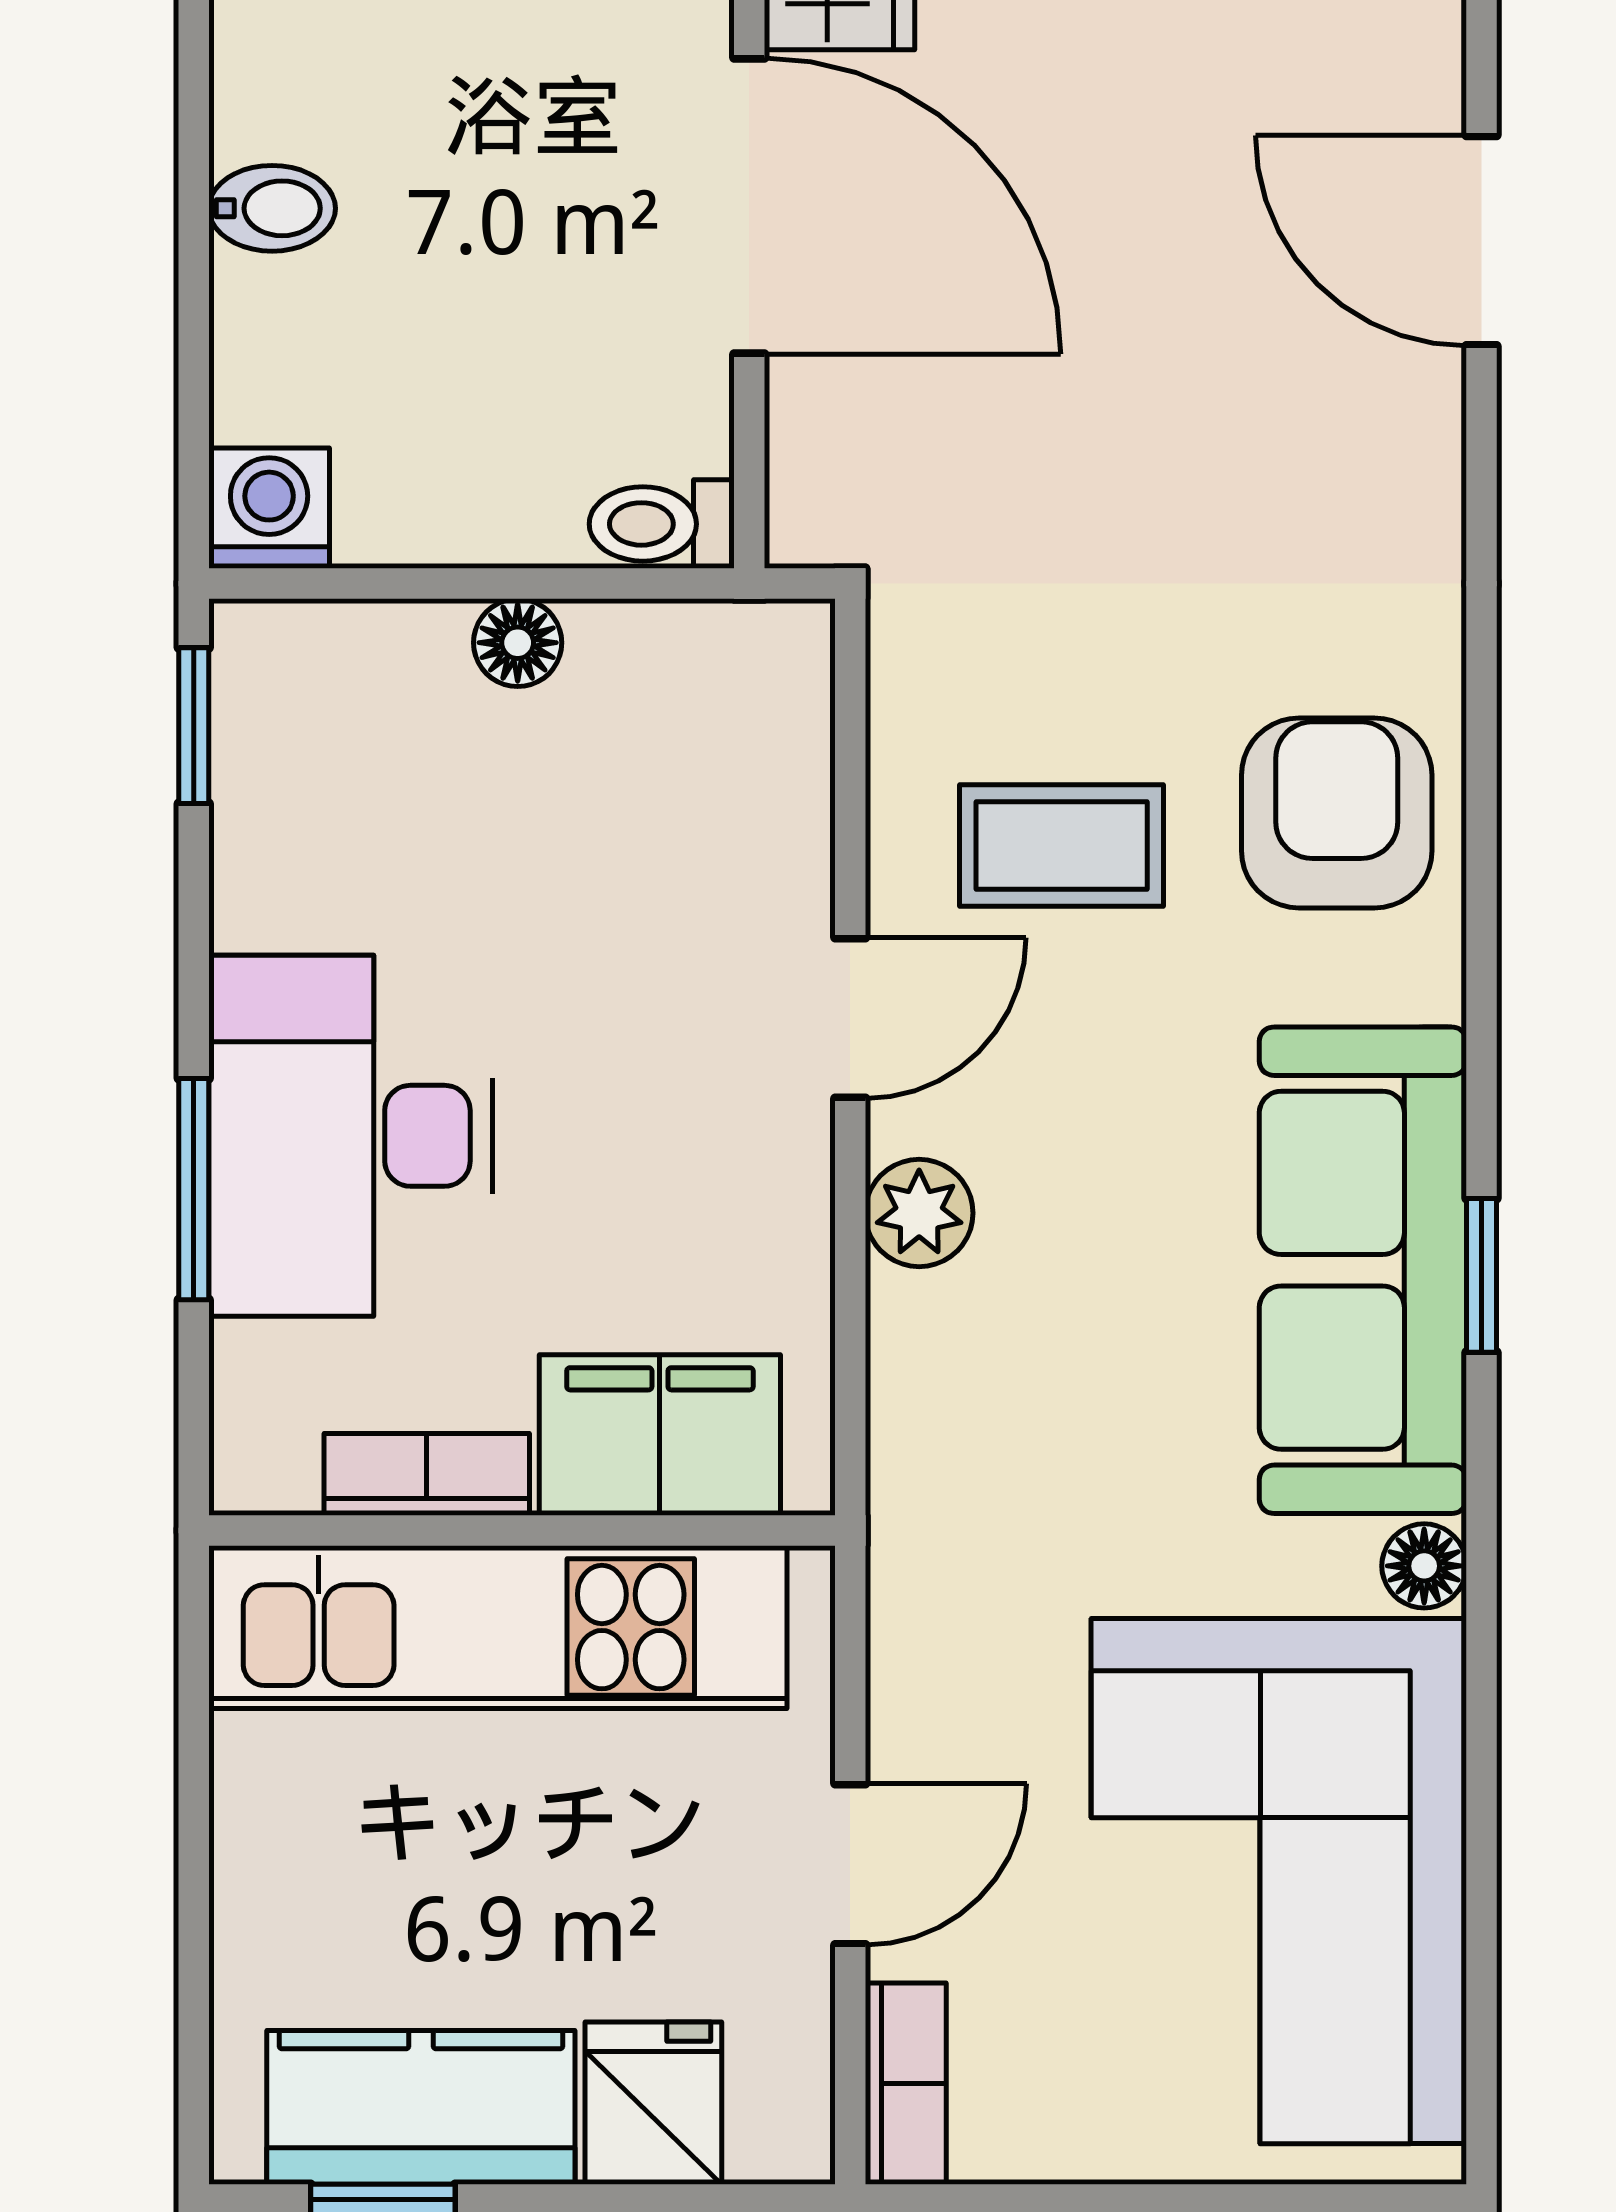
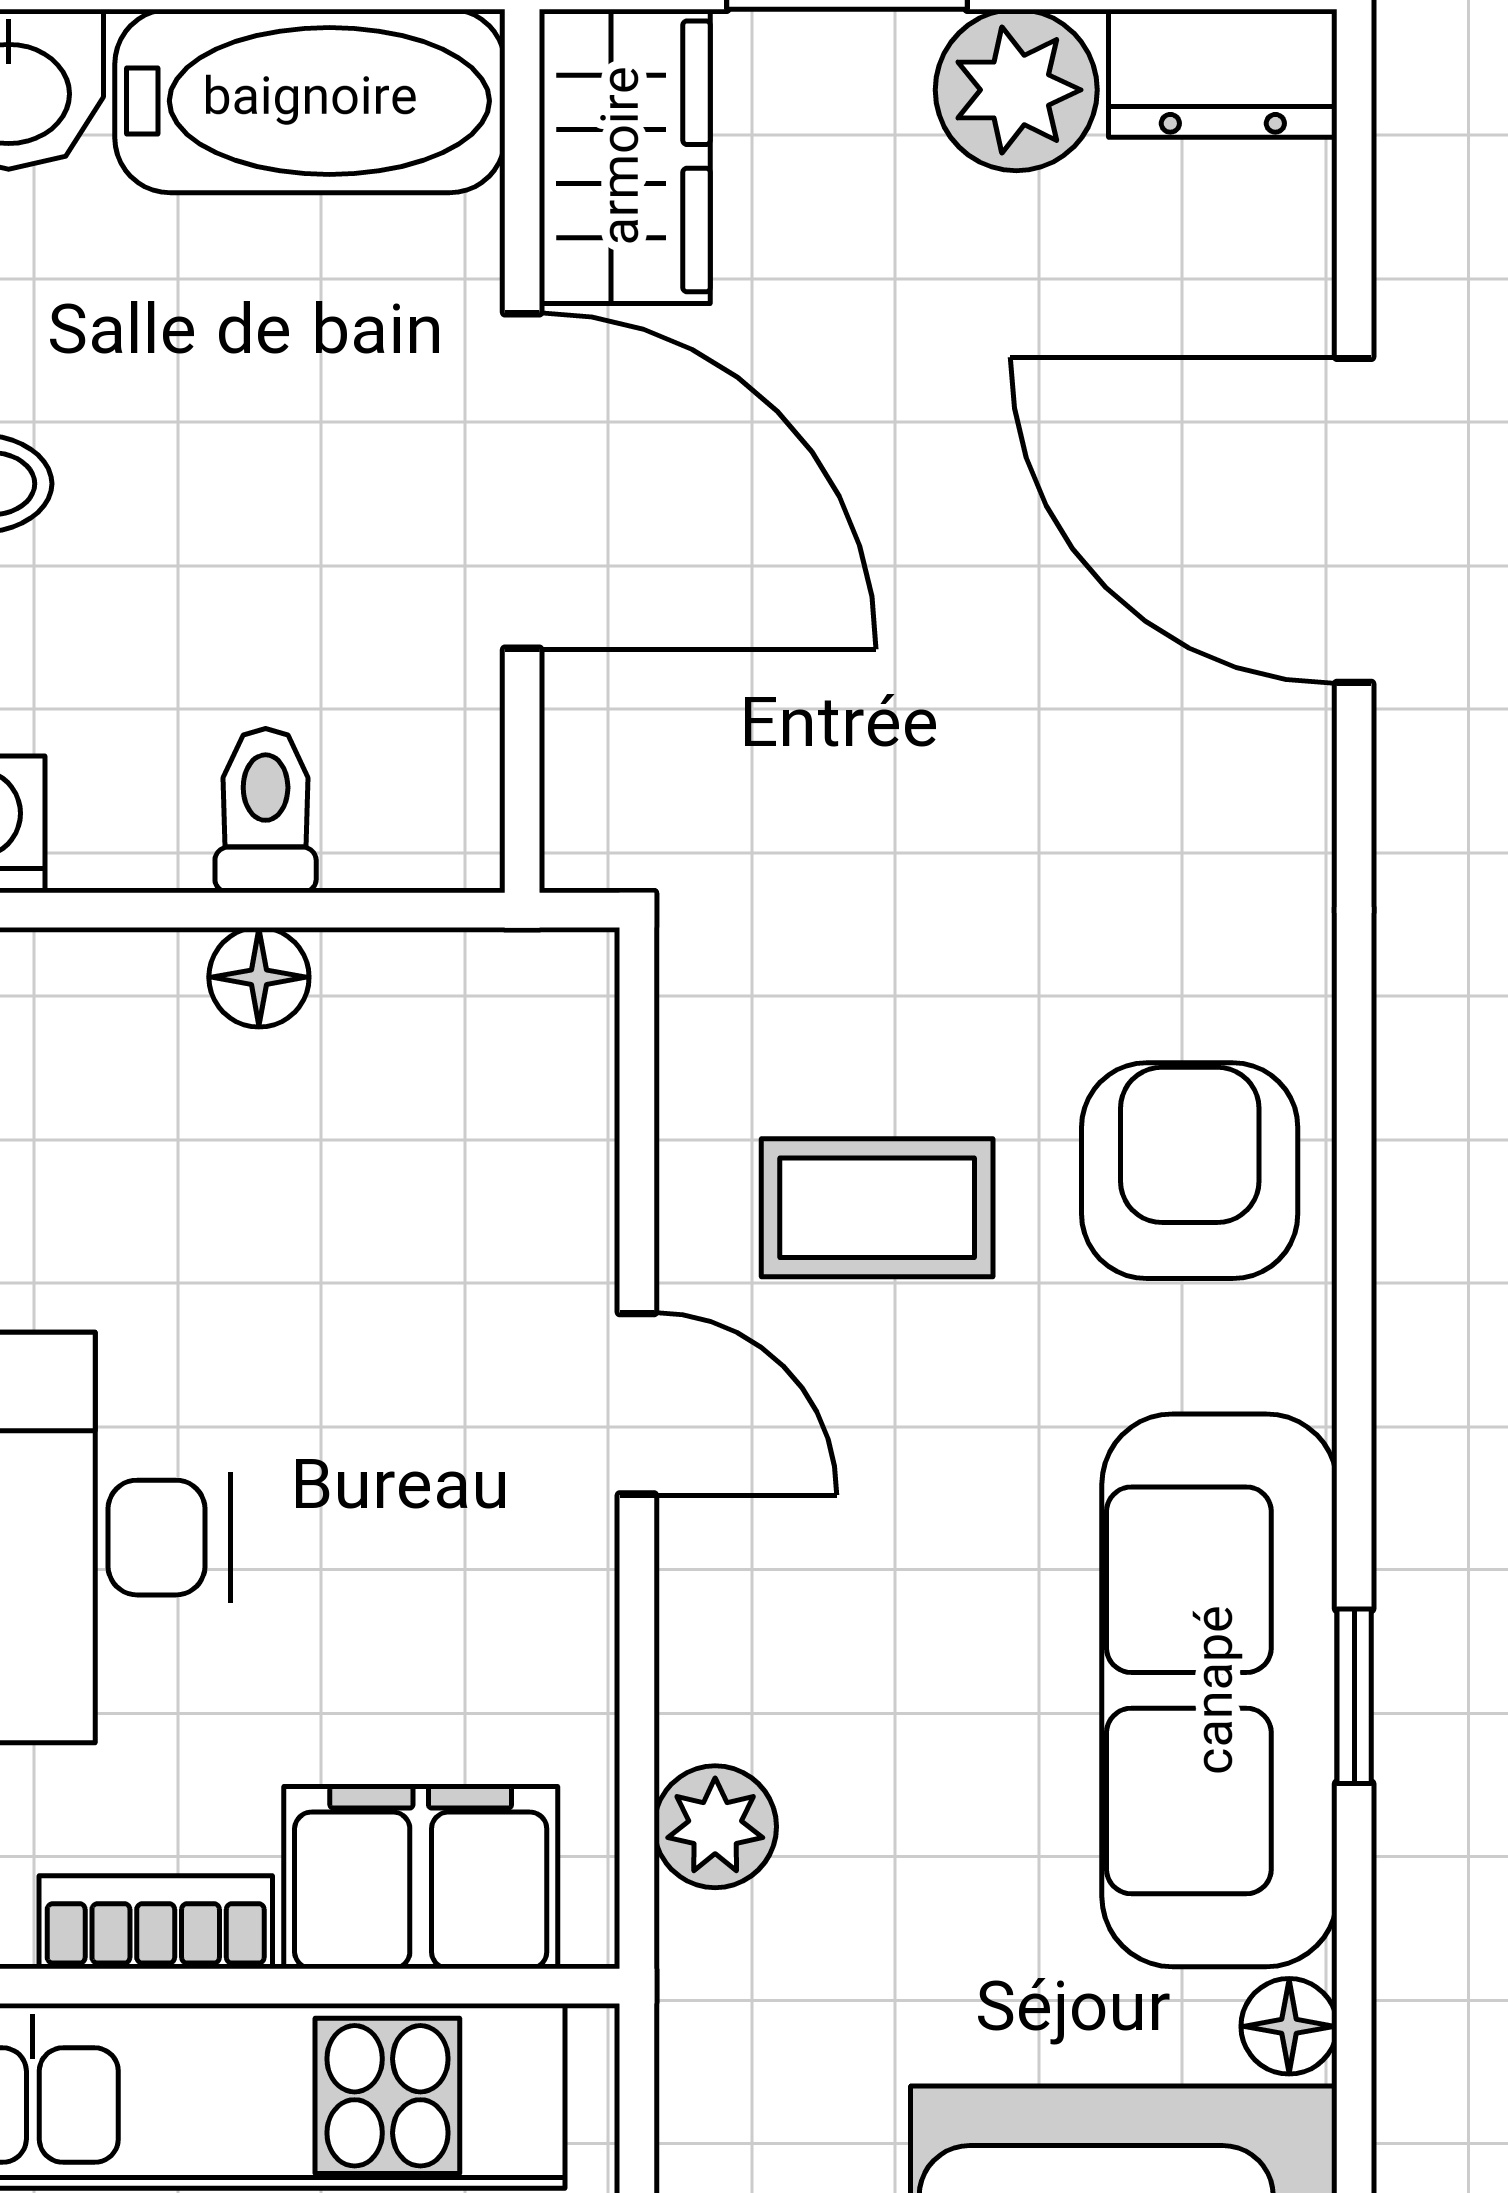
door: (1481, 241) -> (1354, 520), width x1.36
toilet: (662, 524) -> (266, 811), moved, turned 90
door: (850, 1018) -> (637, 1404), hinge flipped
plant: (919, 1213) -> (715, 1827), moved

